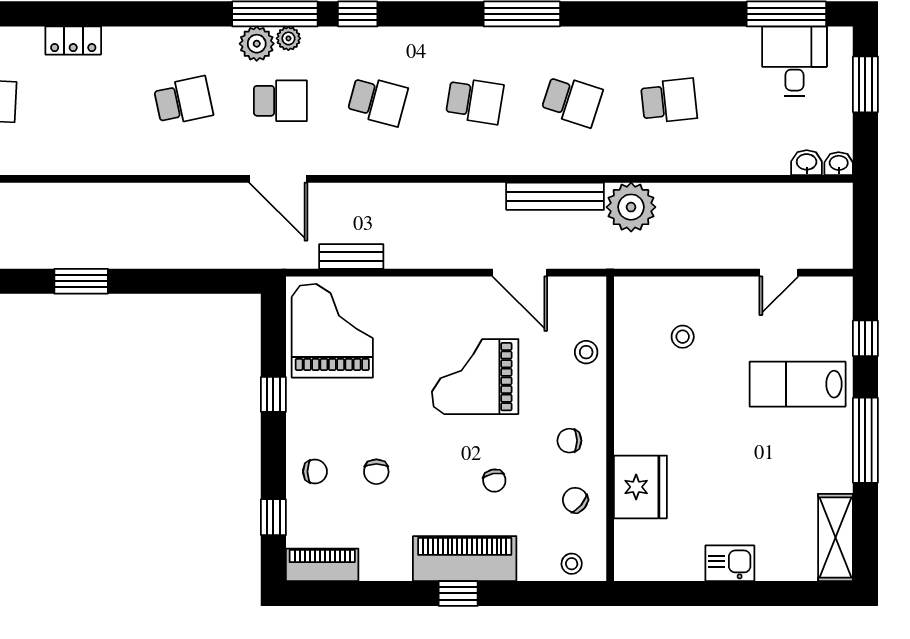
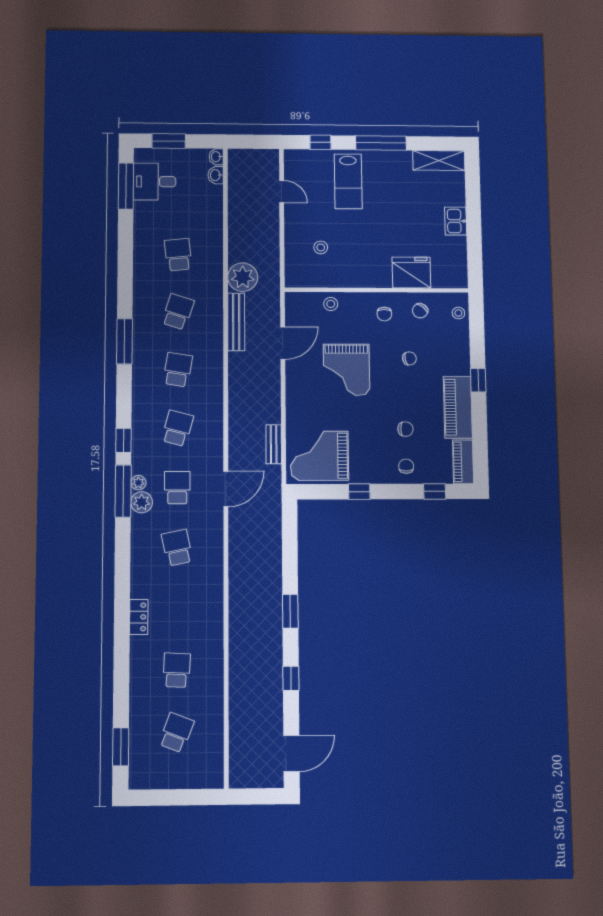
piano: (465, 559) -> (458, 407), moved

